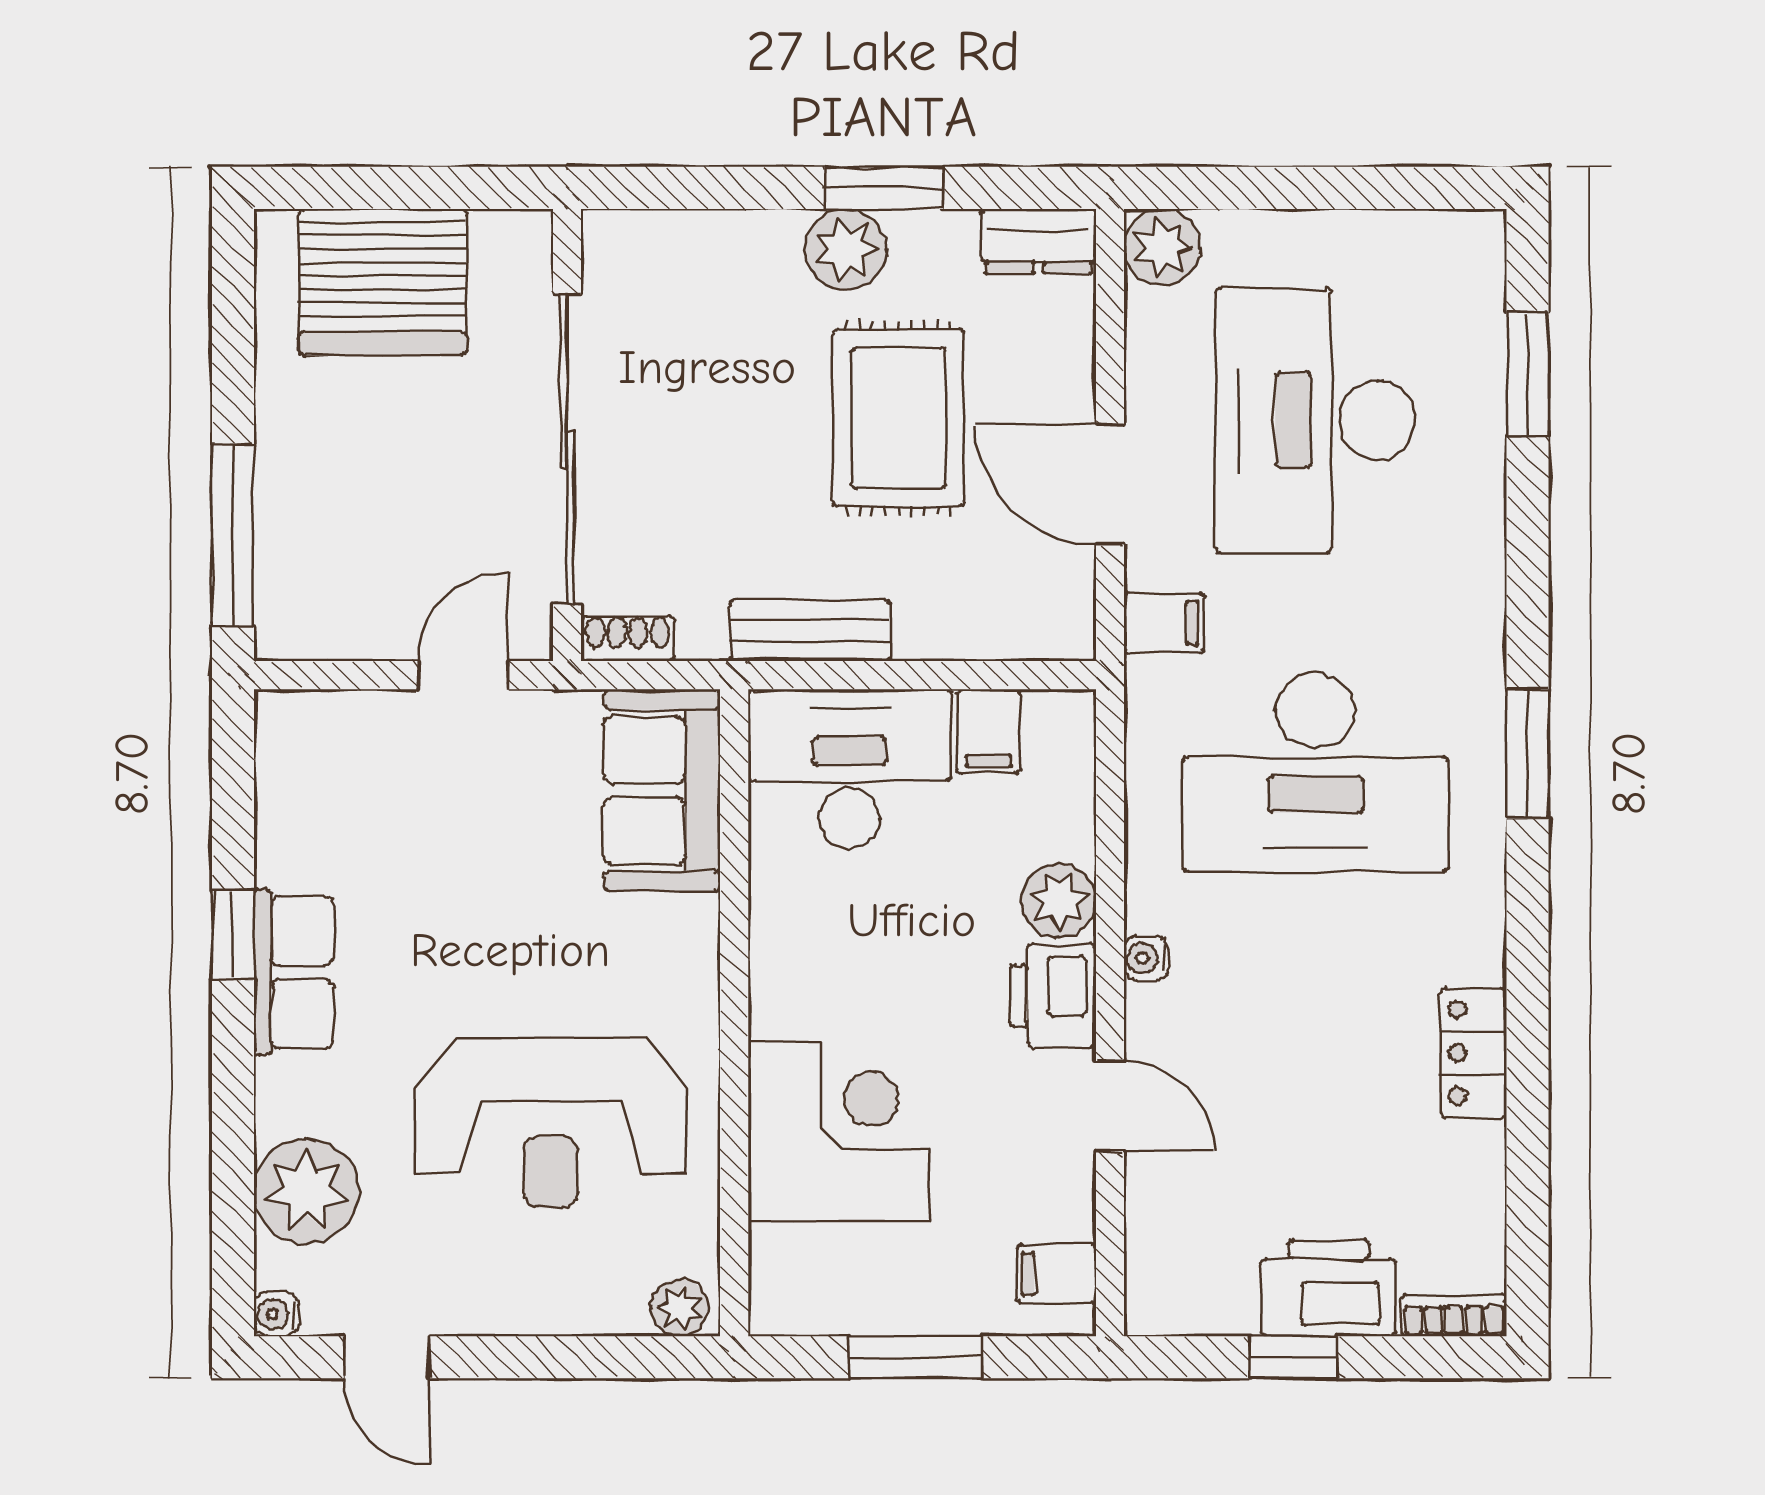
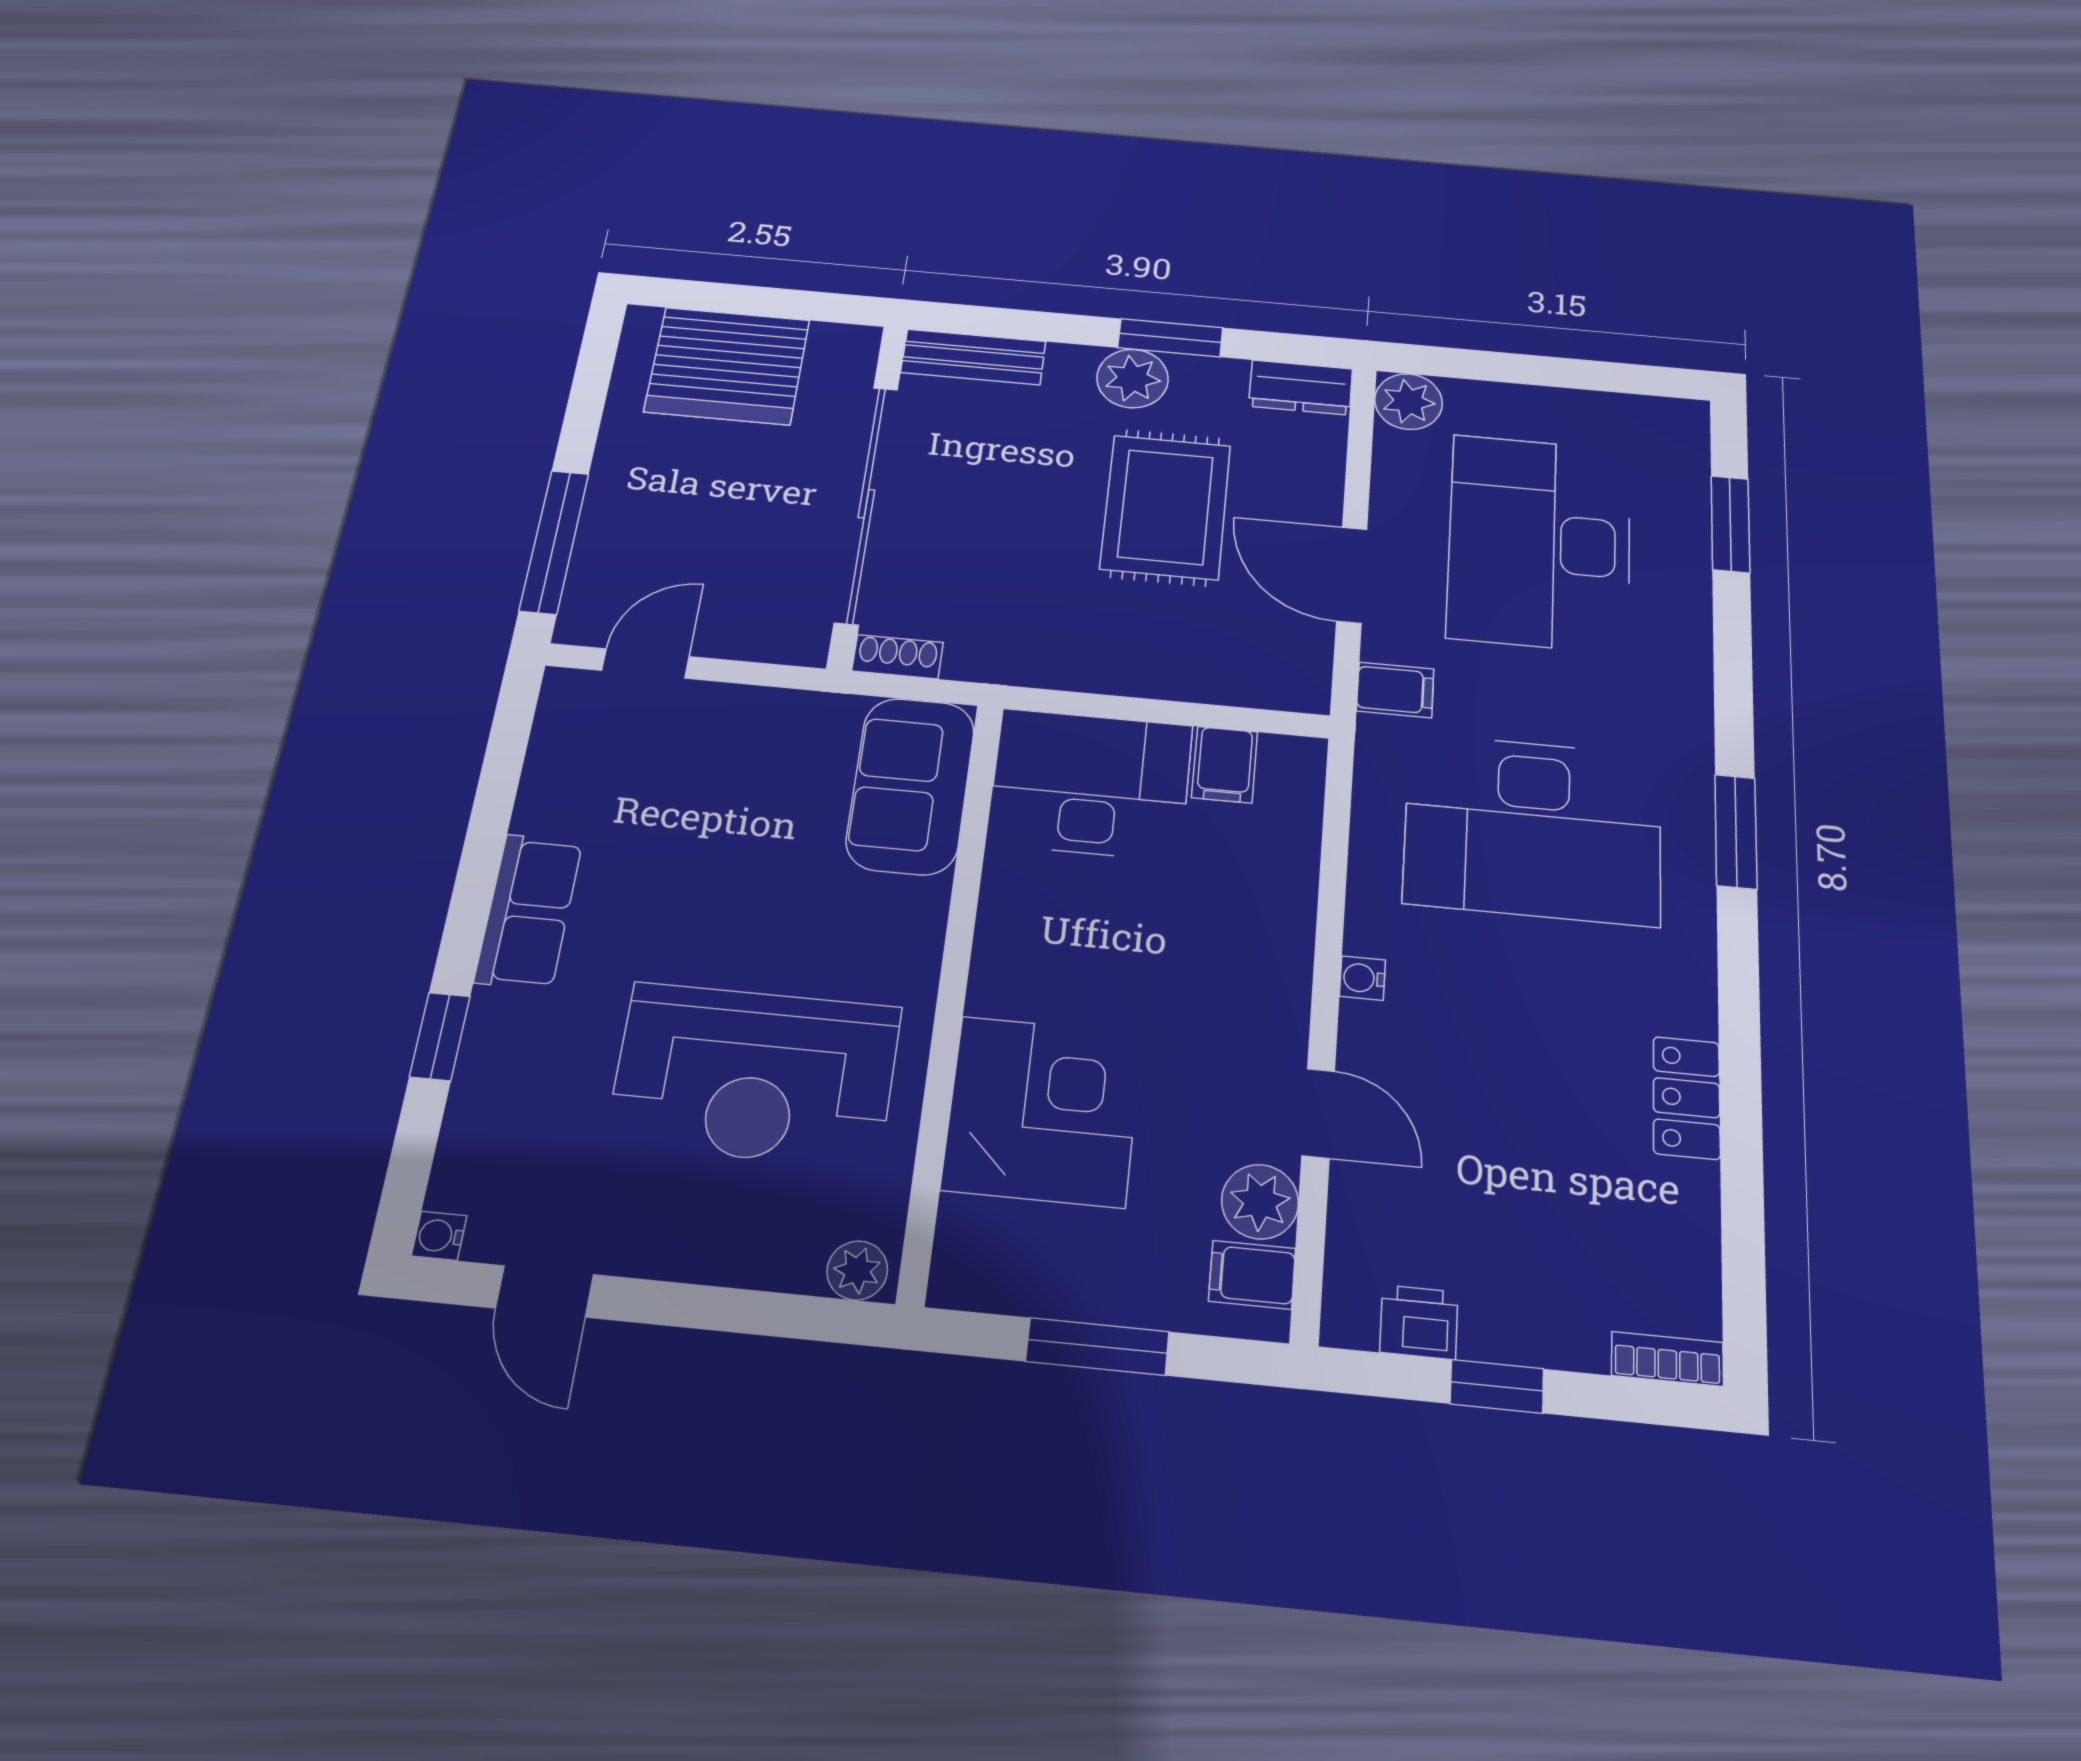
bench: (810, 631) -> (973, 357), moved
door: (463, 675) -> (645, 663), moved
plant: (1059, 901) -> (1260, 1202), moved
window: (233, 935) -> (440, 1036), moved
printer: (1053, 996) -> (1268, 1004), removed
plant: (306, 1191) -> (497, 1117), removed
printer: (1328, 1288) -> (1419, 1322), moved, width x0.53, depth x0.68

